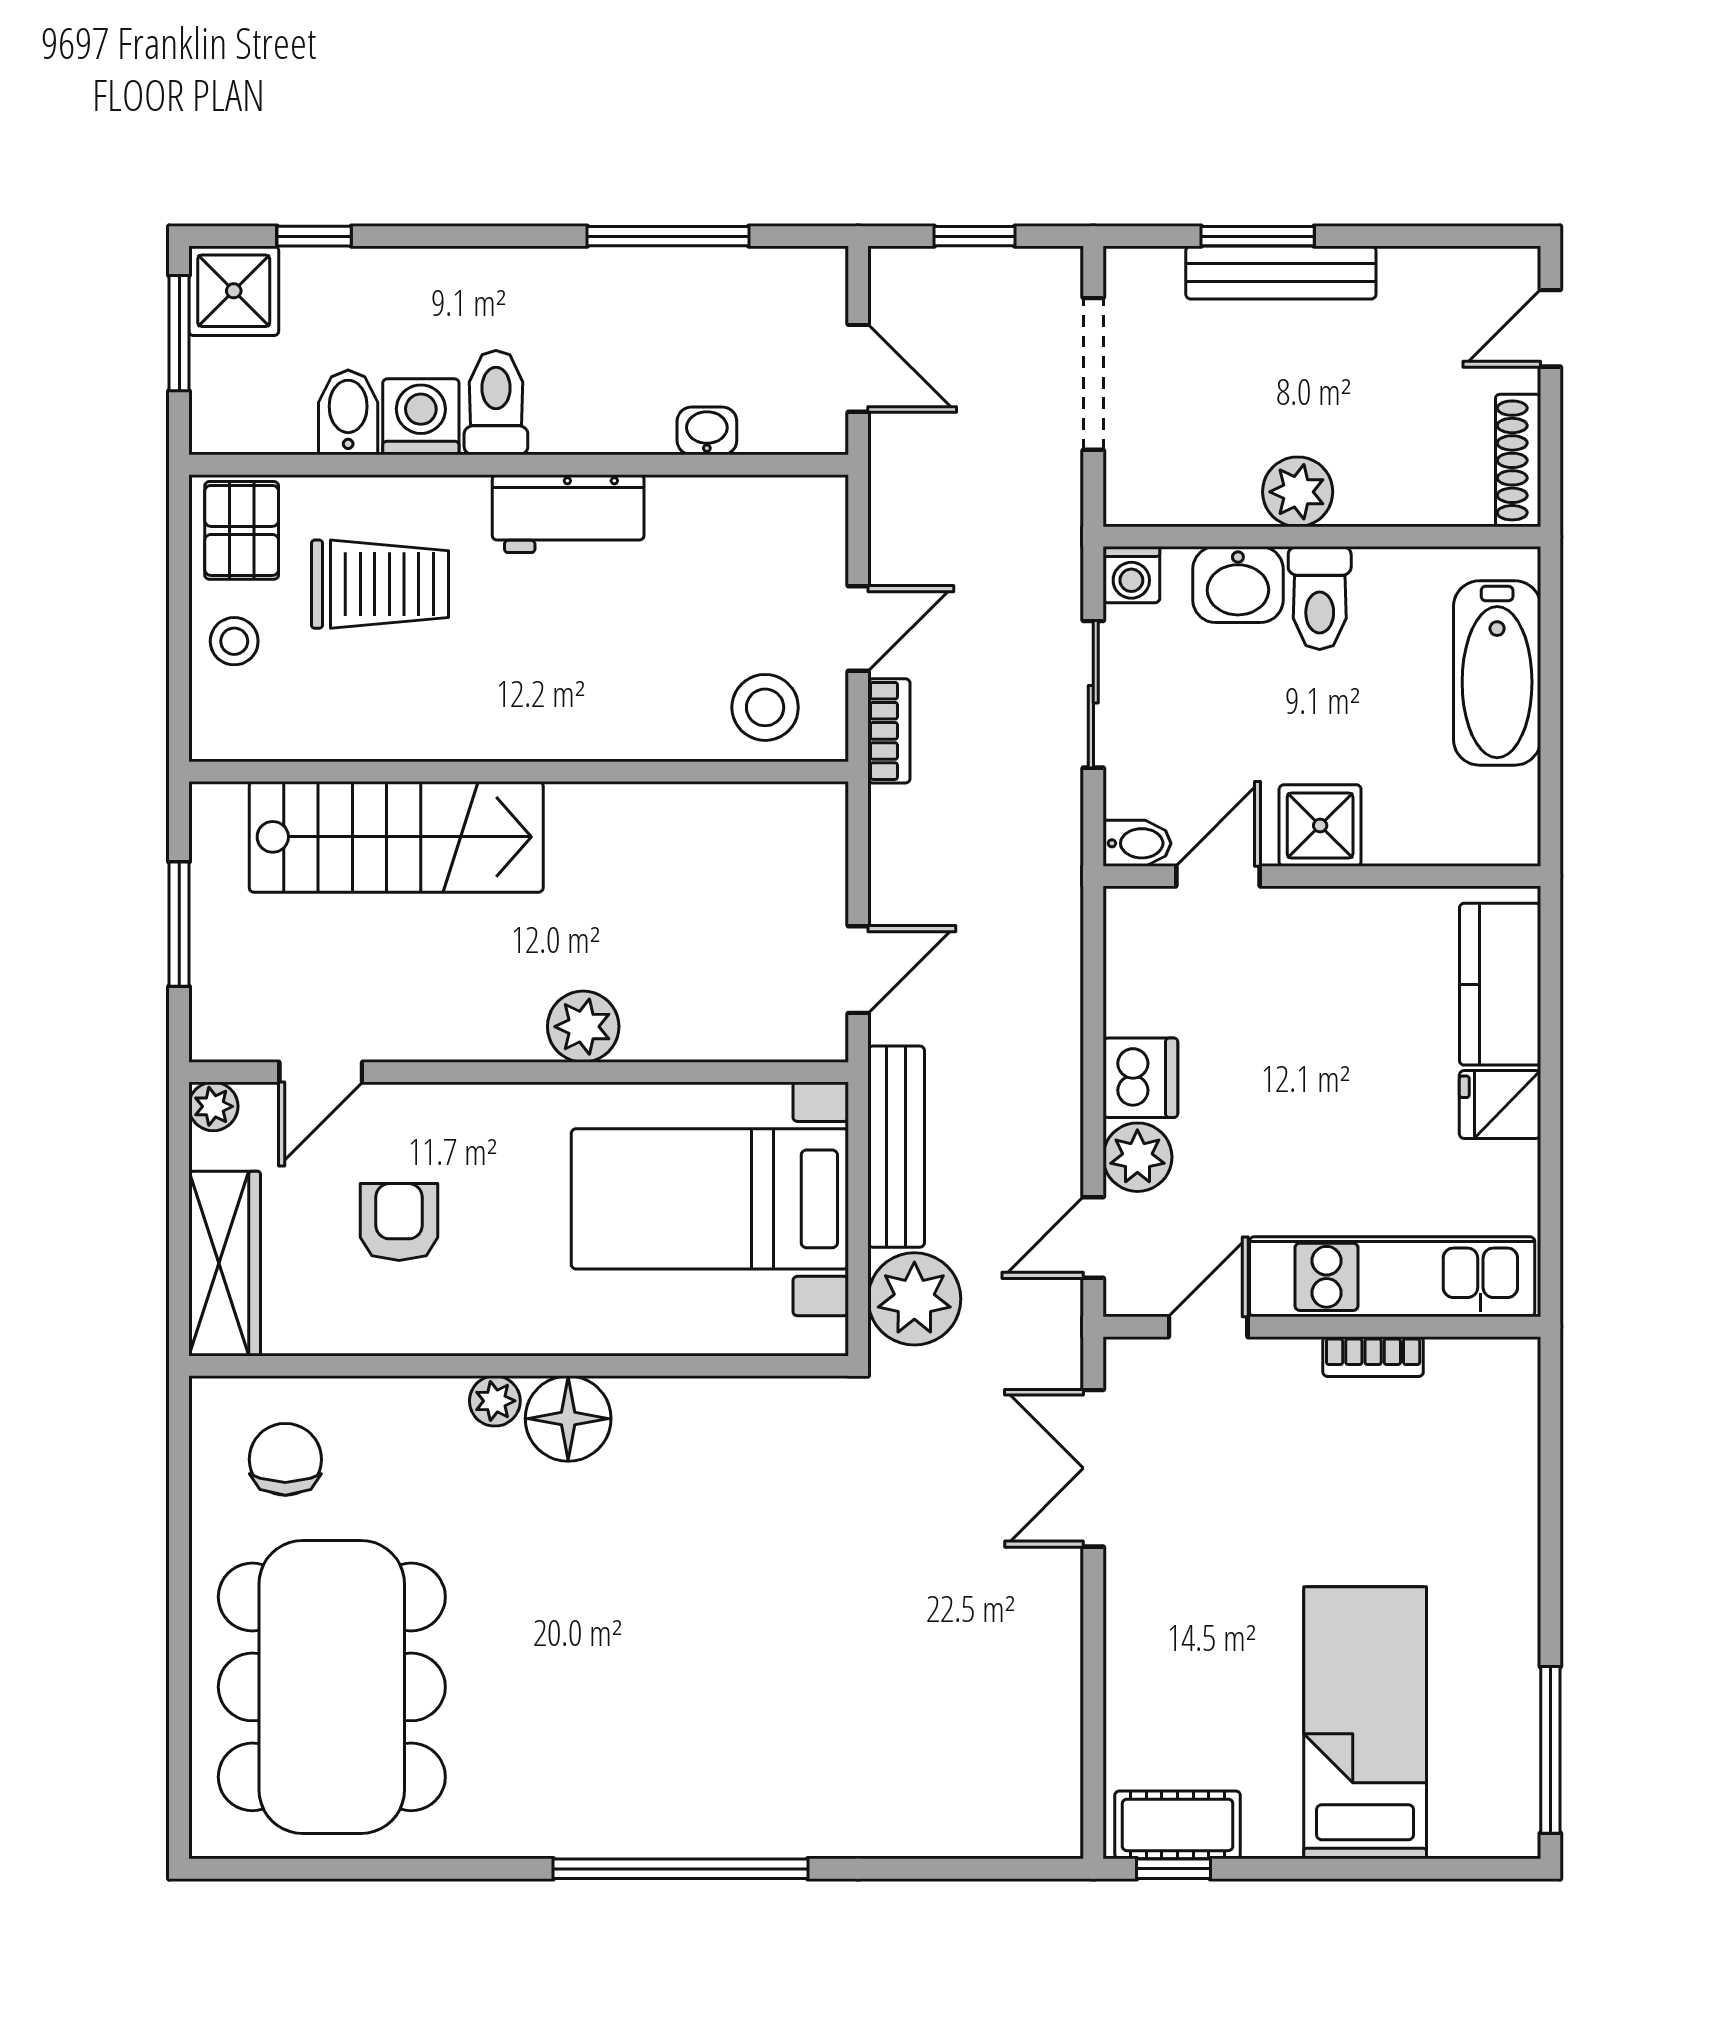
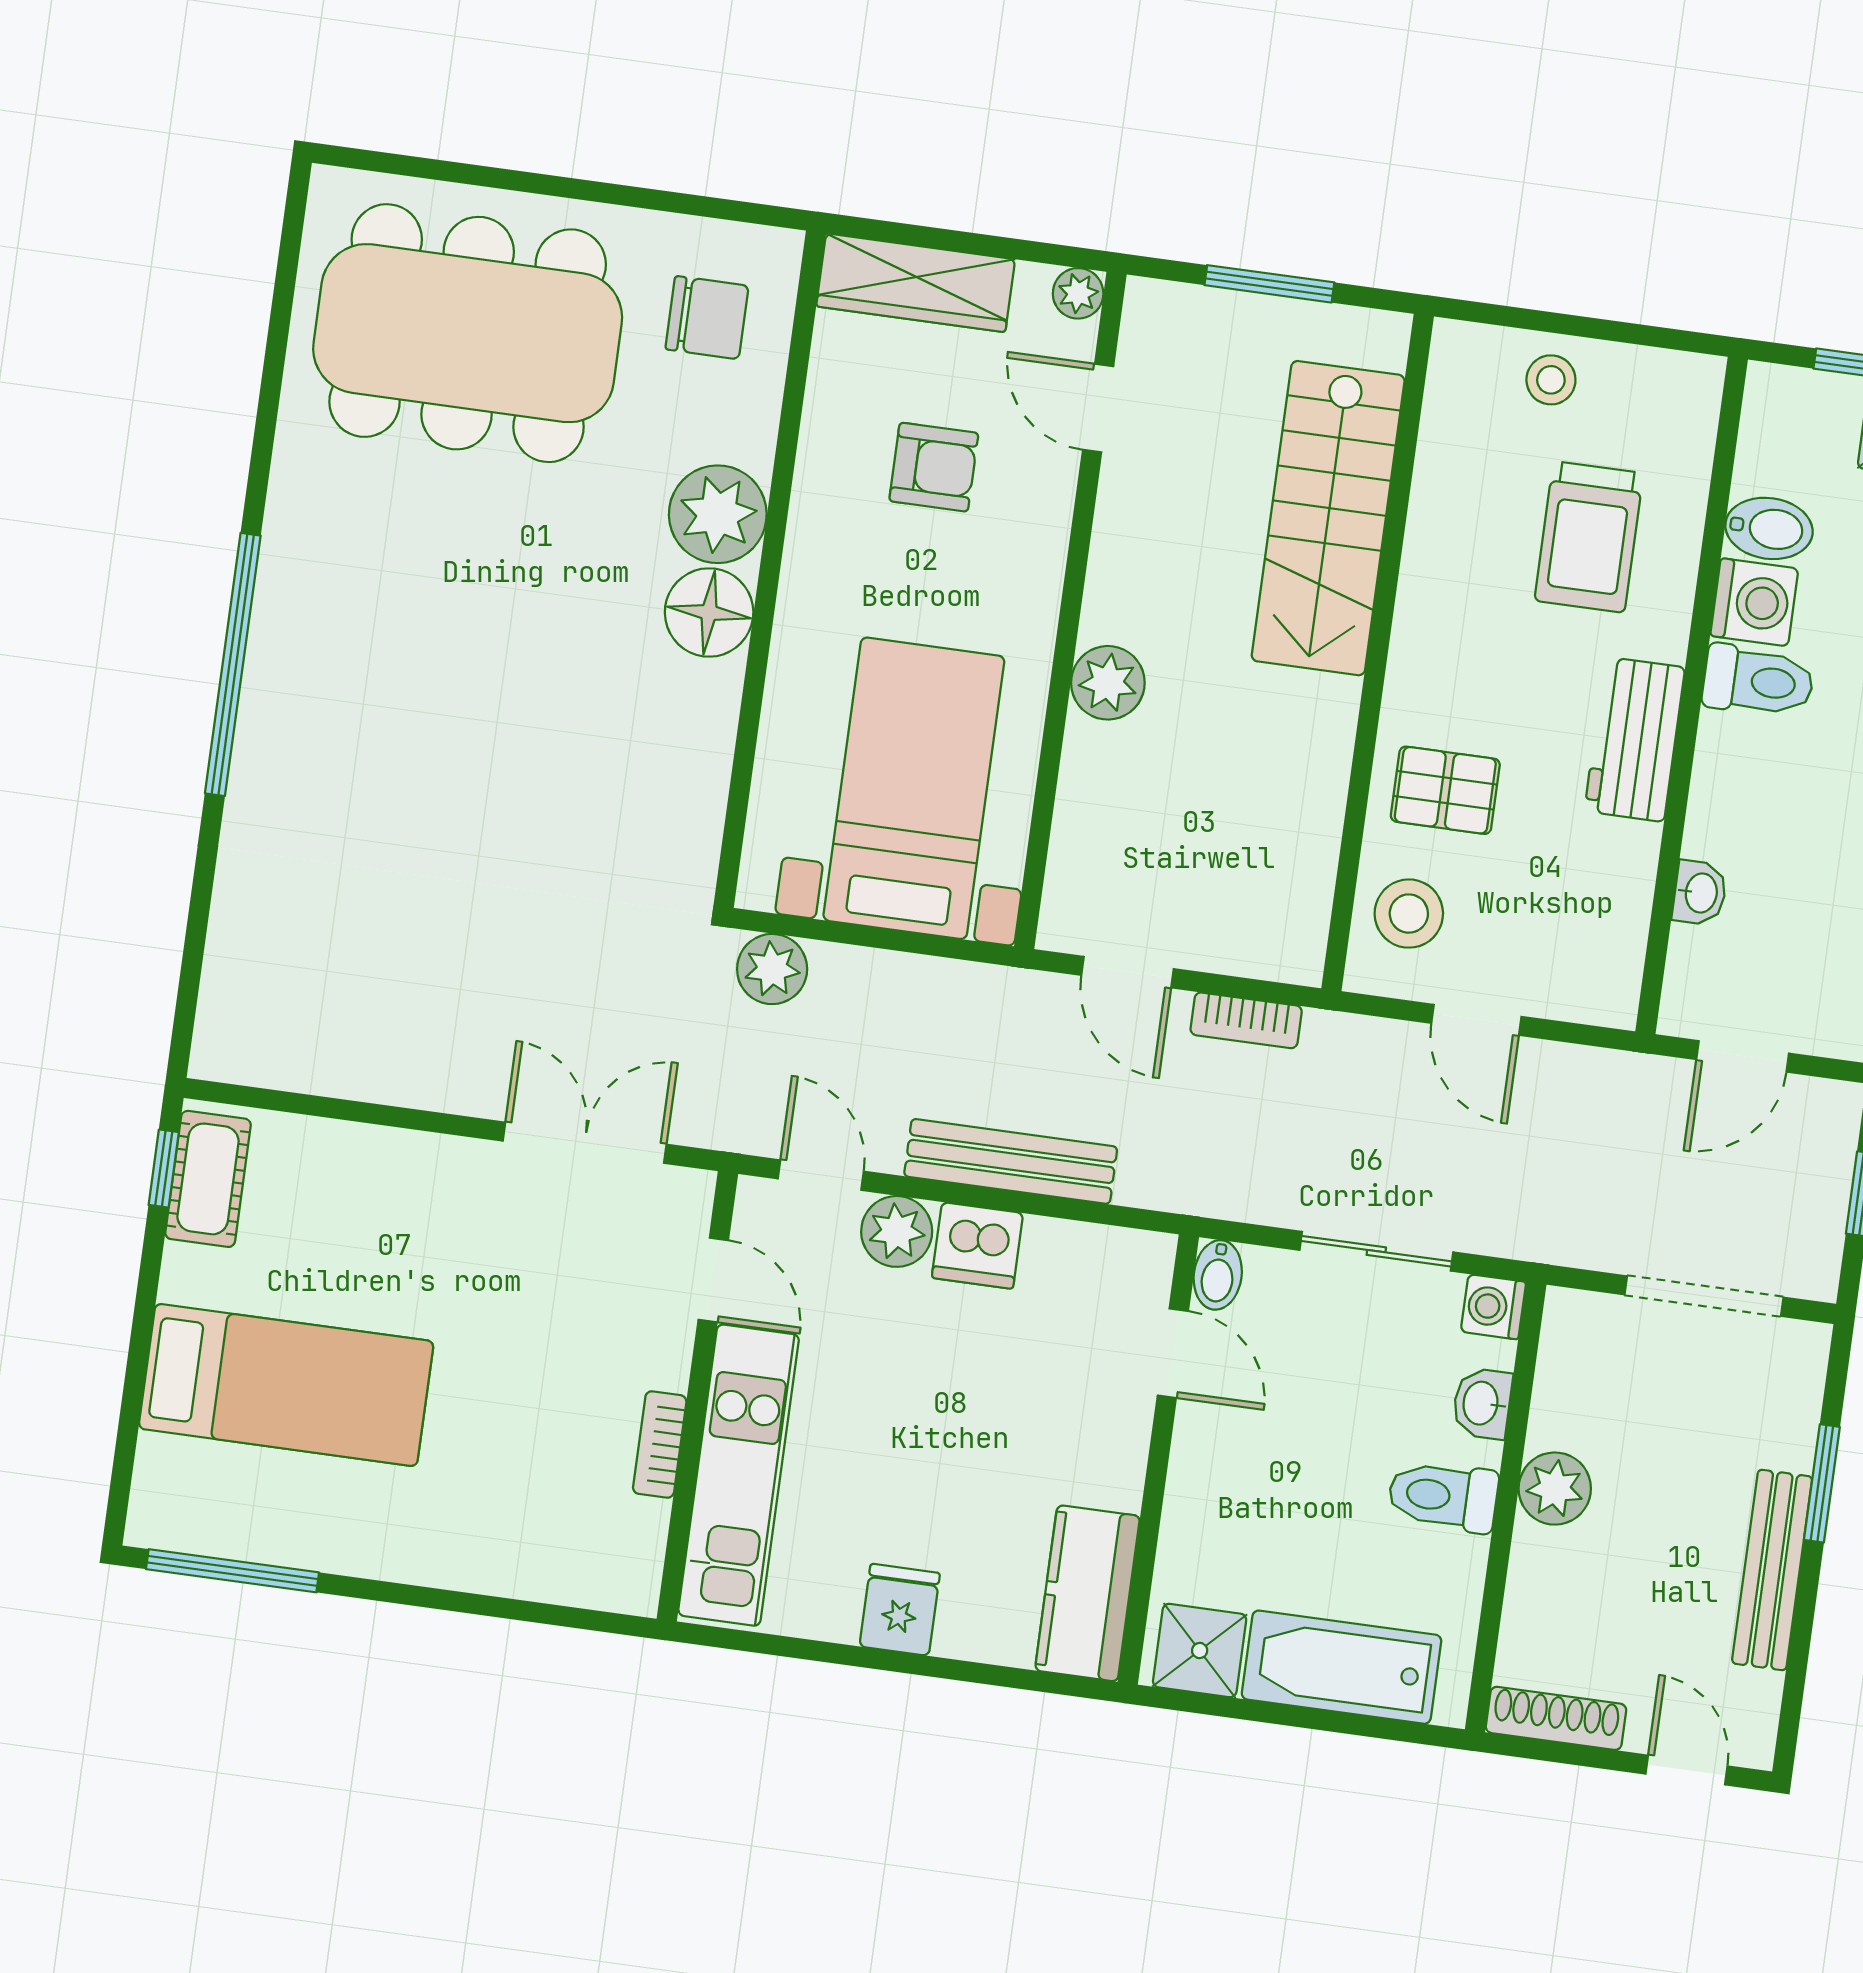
bench: (1281, 273) -> (1772, 1570), moved
pallet: (242, 530) -> (1445, 790), moved
washbasin: (1238, 585) -> (1482, 1403), width x0.72, depth x0.69
bookcase: (889, 731) -> (1246, 1020), moved
shower: (1320, 826) -> (1200, 1651), moved
kitchen counter: (1500, 984) -> (1087, 1593), moved, turned -90
bench: (896, 1147) -> (1011, 1161), moved
plant: (914, 1299) -> (772, 969), width x0.73, depth x0.73
plant: (495, 1401) -> (718, 514), width x1.87, depth x1.87

